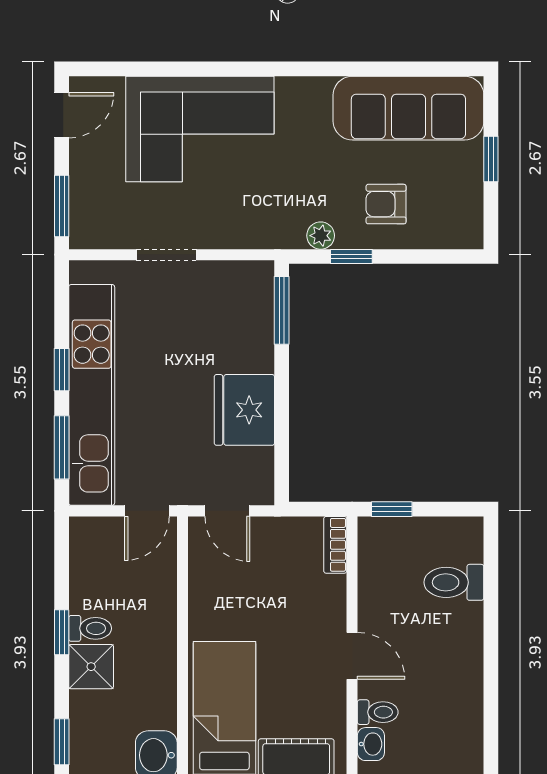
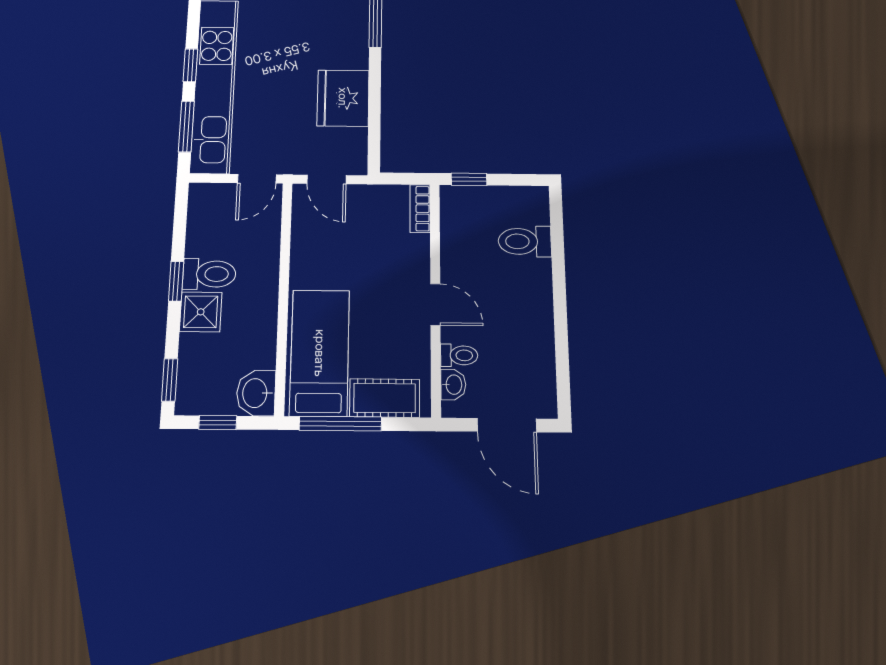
toilet: (90, 628) -> (209, 274), width x1.37, depth x1.39

